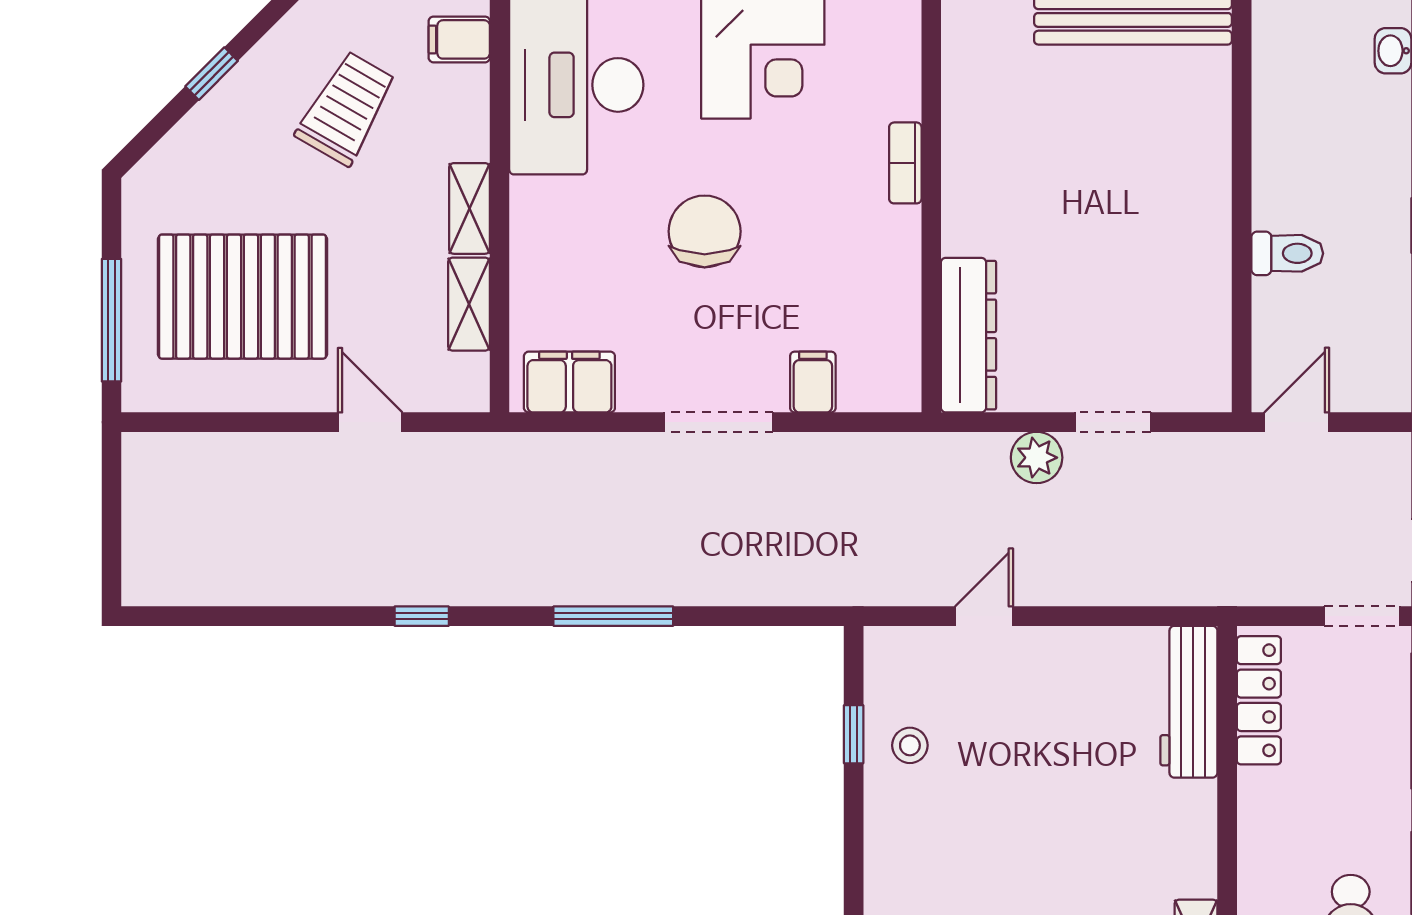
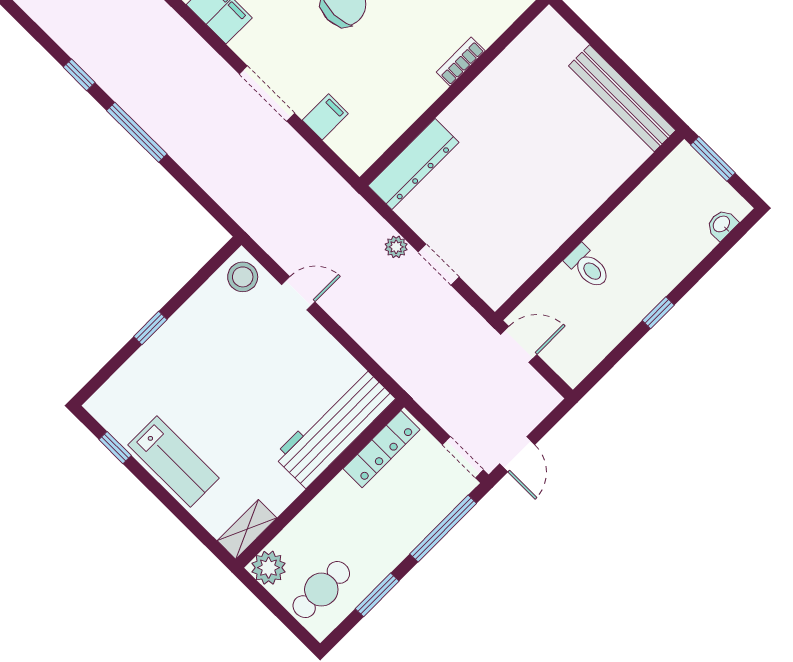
plant: (1037, 458) -> (396, 247), width x0.73, depth x0.73
window: (422, 616) -> (79, 75), moved
workbench: (1189, 702) -> (334, 427), width x1.36, depth x1.32
window: (854, 734) -> (150, 328), moved
stool: (910, 745) -> (243, 277), moved, width x1.37, depth x1.37

